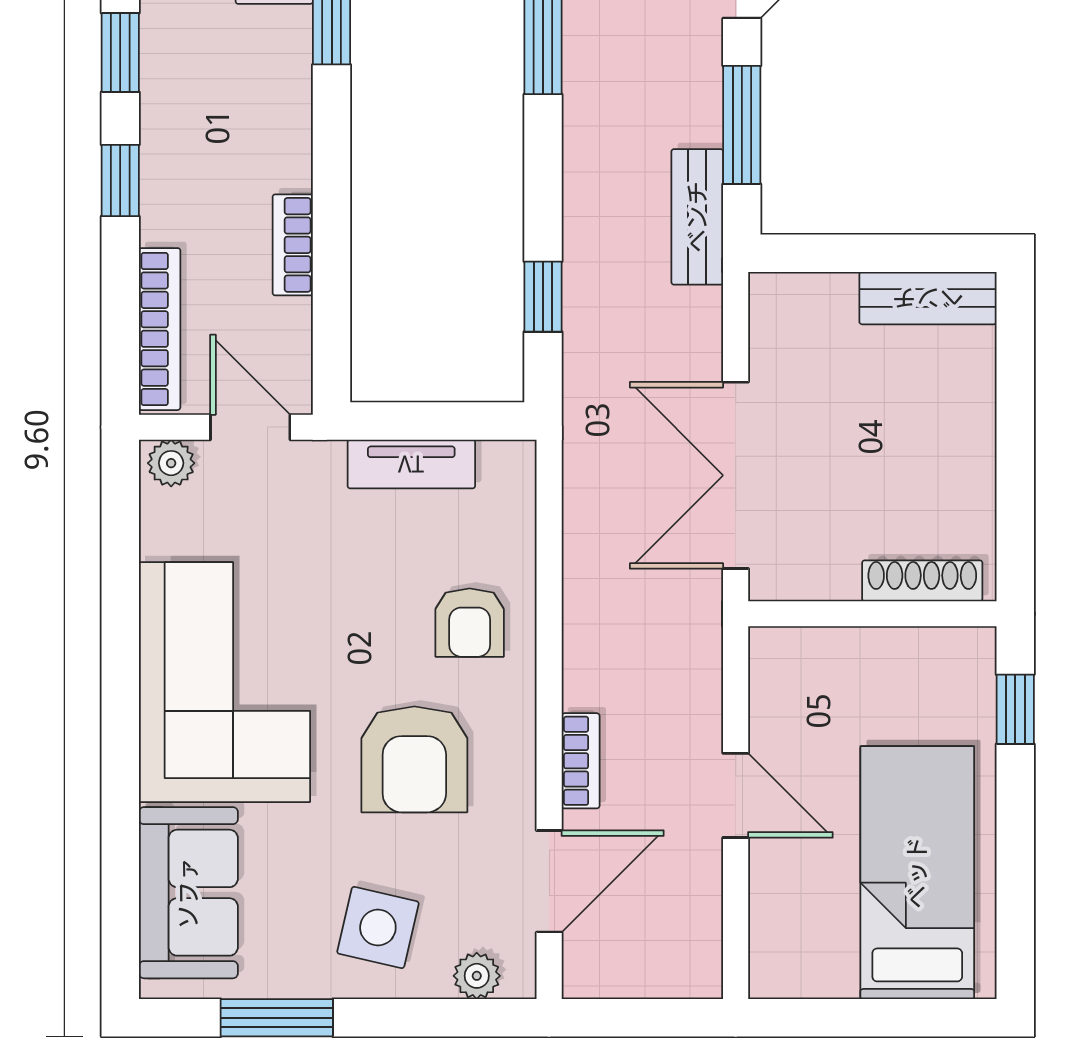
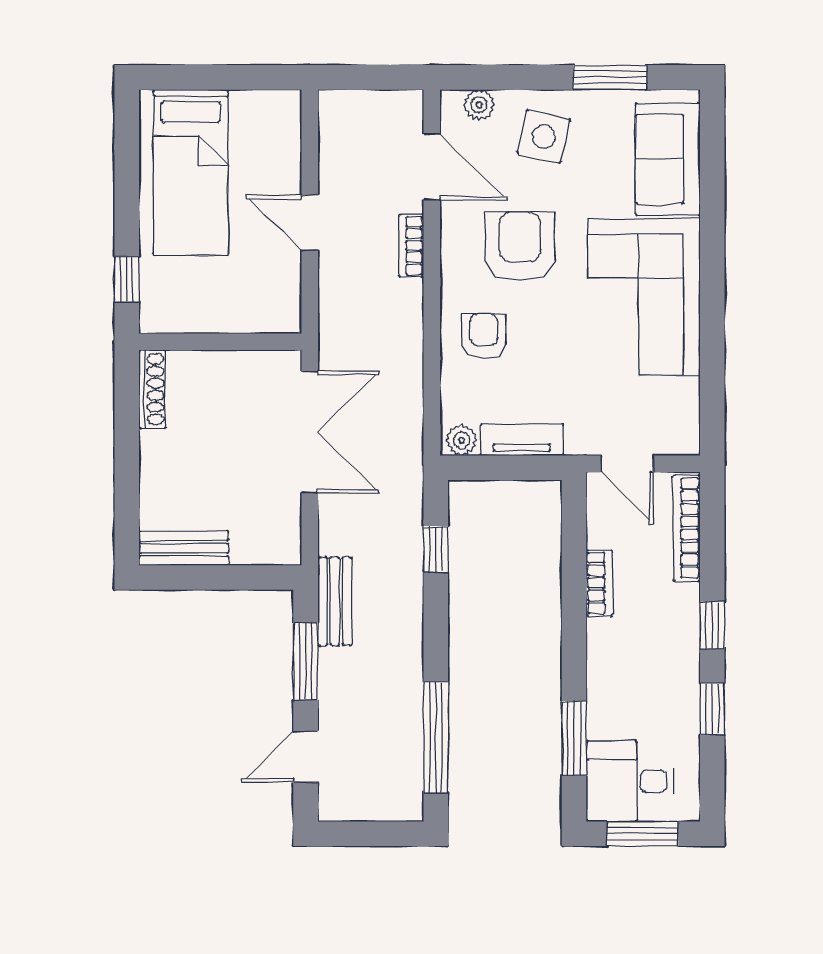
plant: (171, 463) -> (461, 440), moved
shoe rack: (922, 581) -> (152, 389), moved, turned -90
door: (549, 881) -> (432, 167), swing flipped

